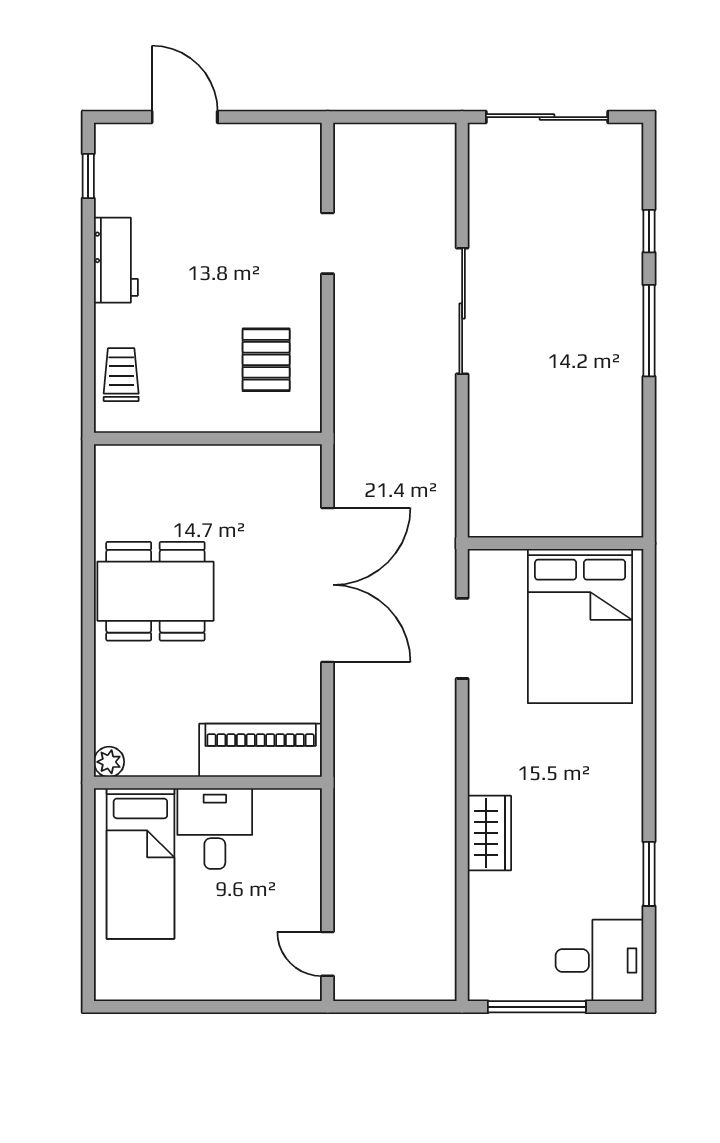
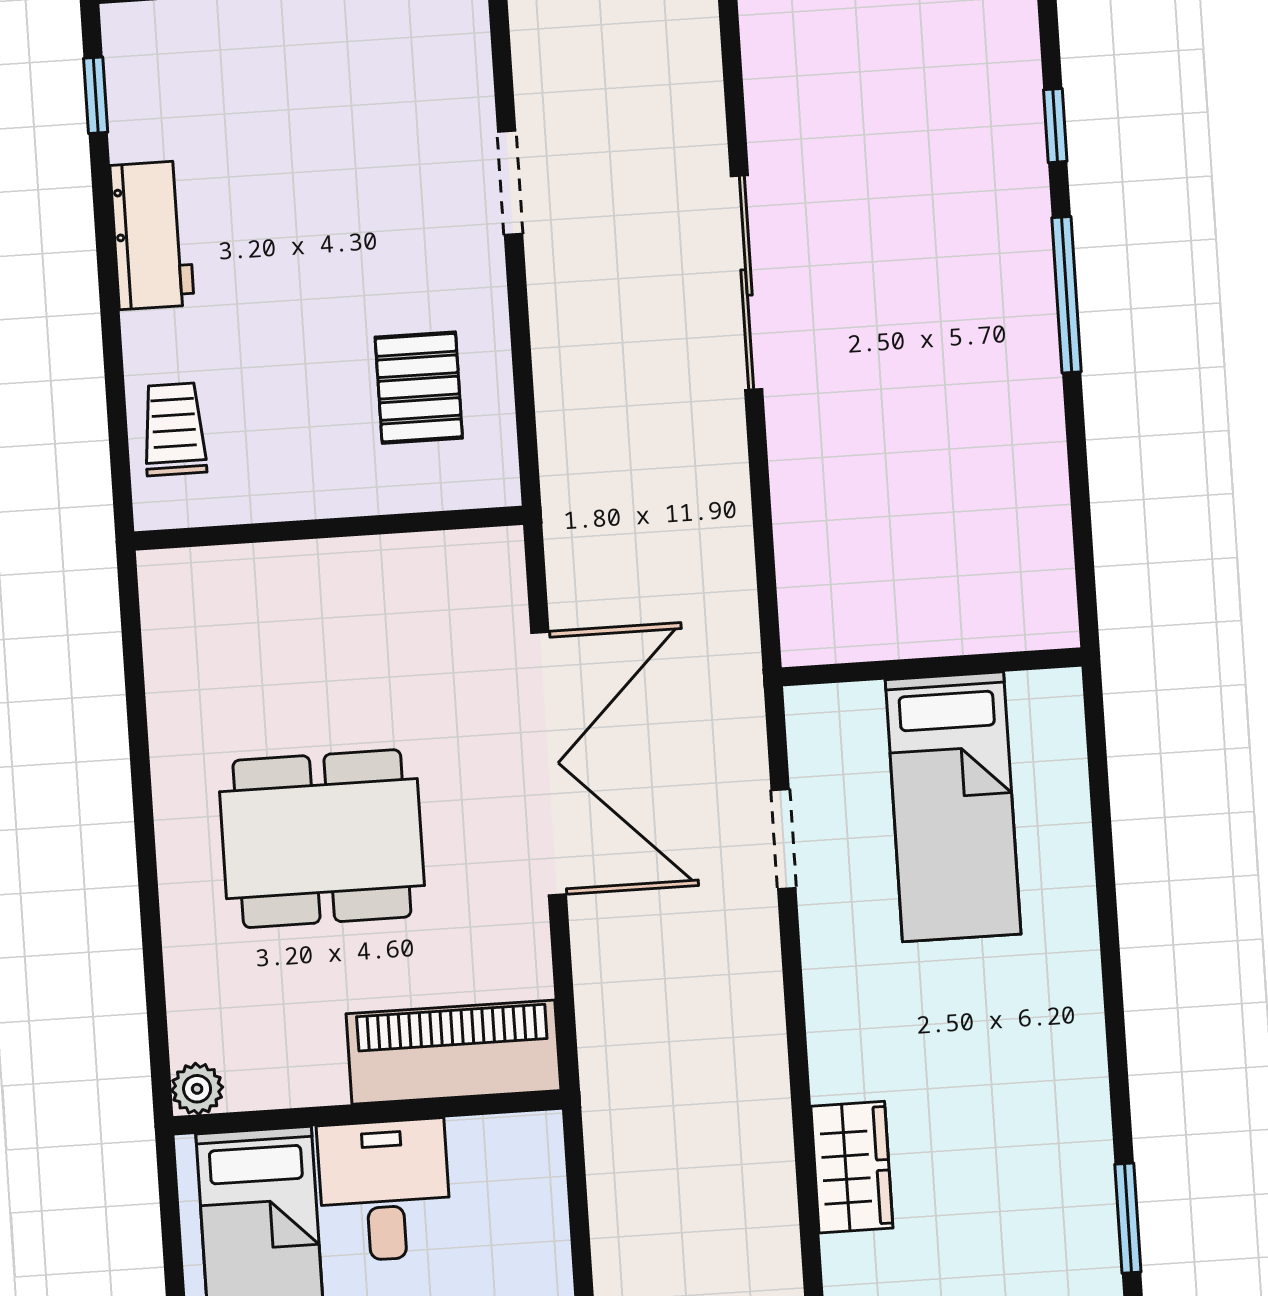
dining table: (155, 591) -> (322, 839), moved
bed: (580, 626) -> (953, 807), width x0.67
doorway: (462, 638) -> (783, 839), width x0.73

